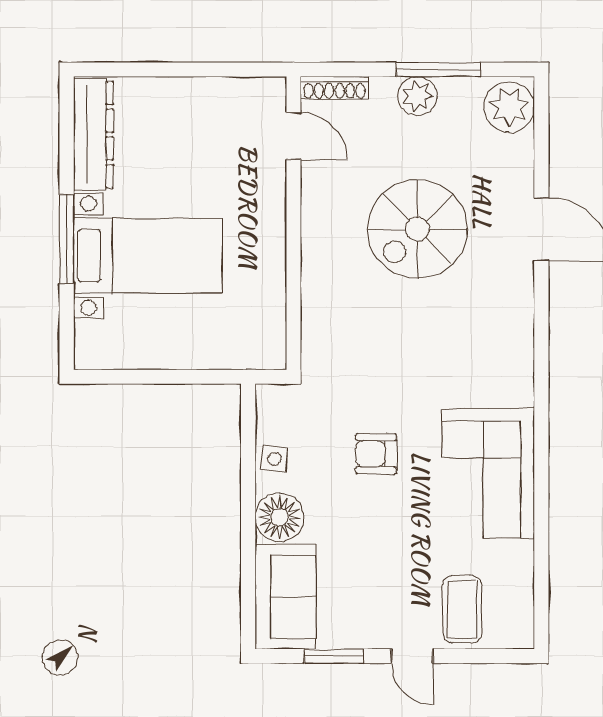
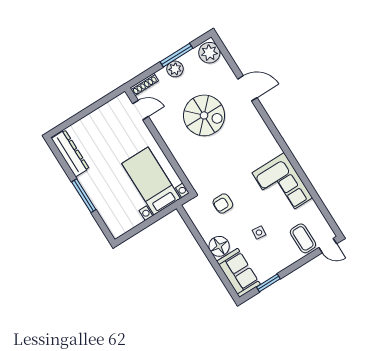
spiral stairs: (417, 229) -> (204, 115), turned -90
bed with nightstands: (148, 256) -> (151, 181), moved, turned -90
armchair: (376, 454) -> (223, 203), moved
side table: (274, 459) -> (259, 233), moved
door: (412, 656) -> (328, 246), moved

